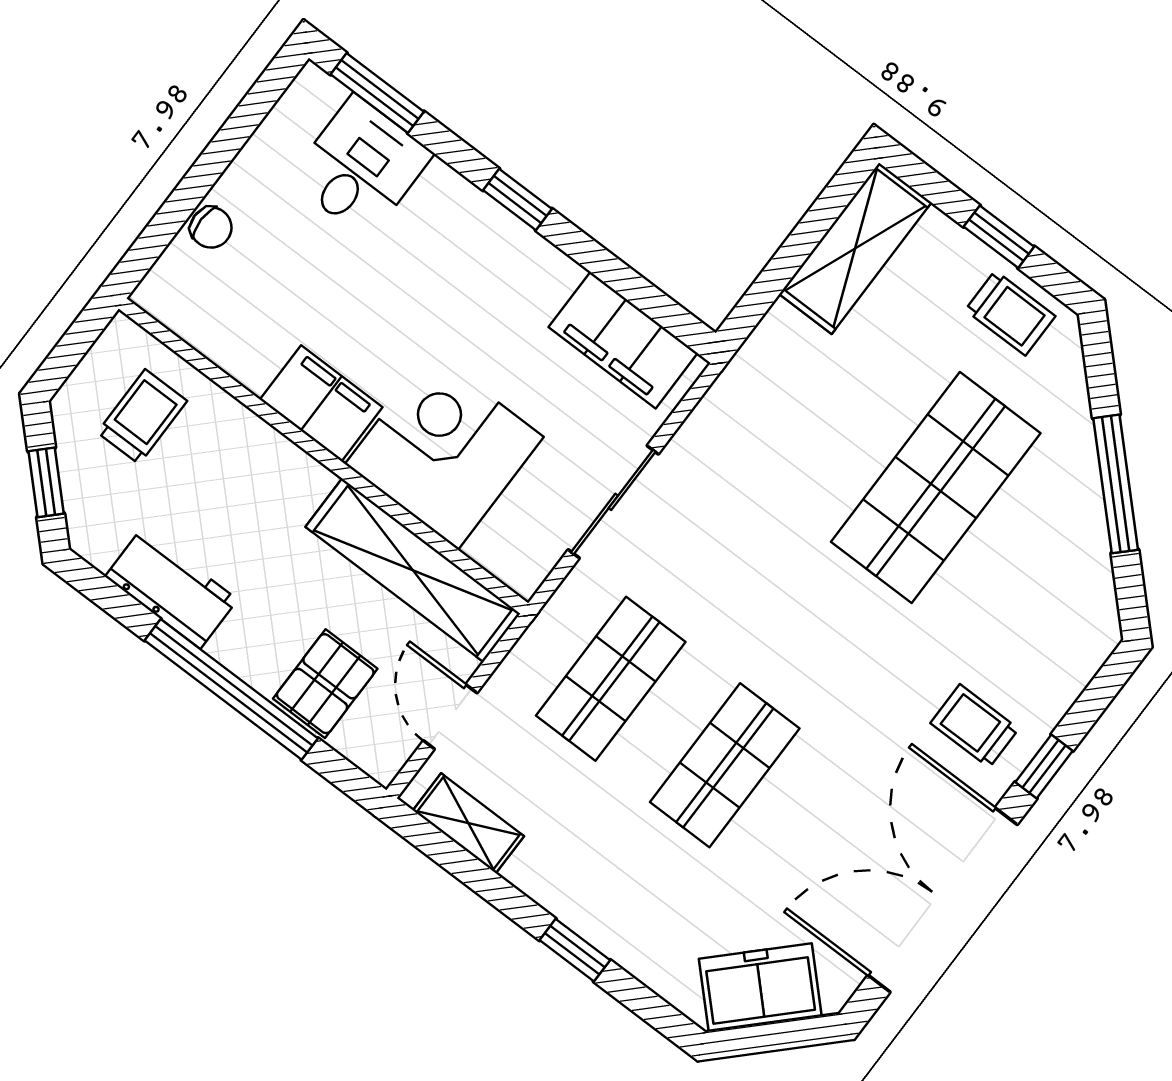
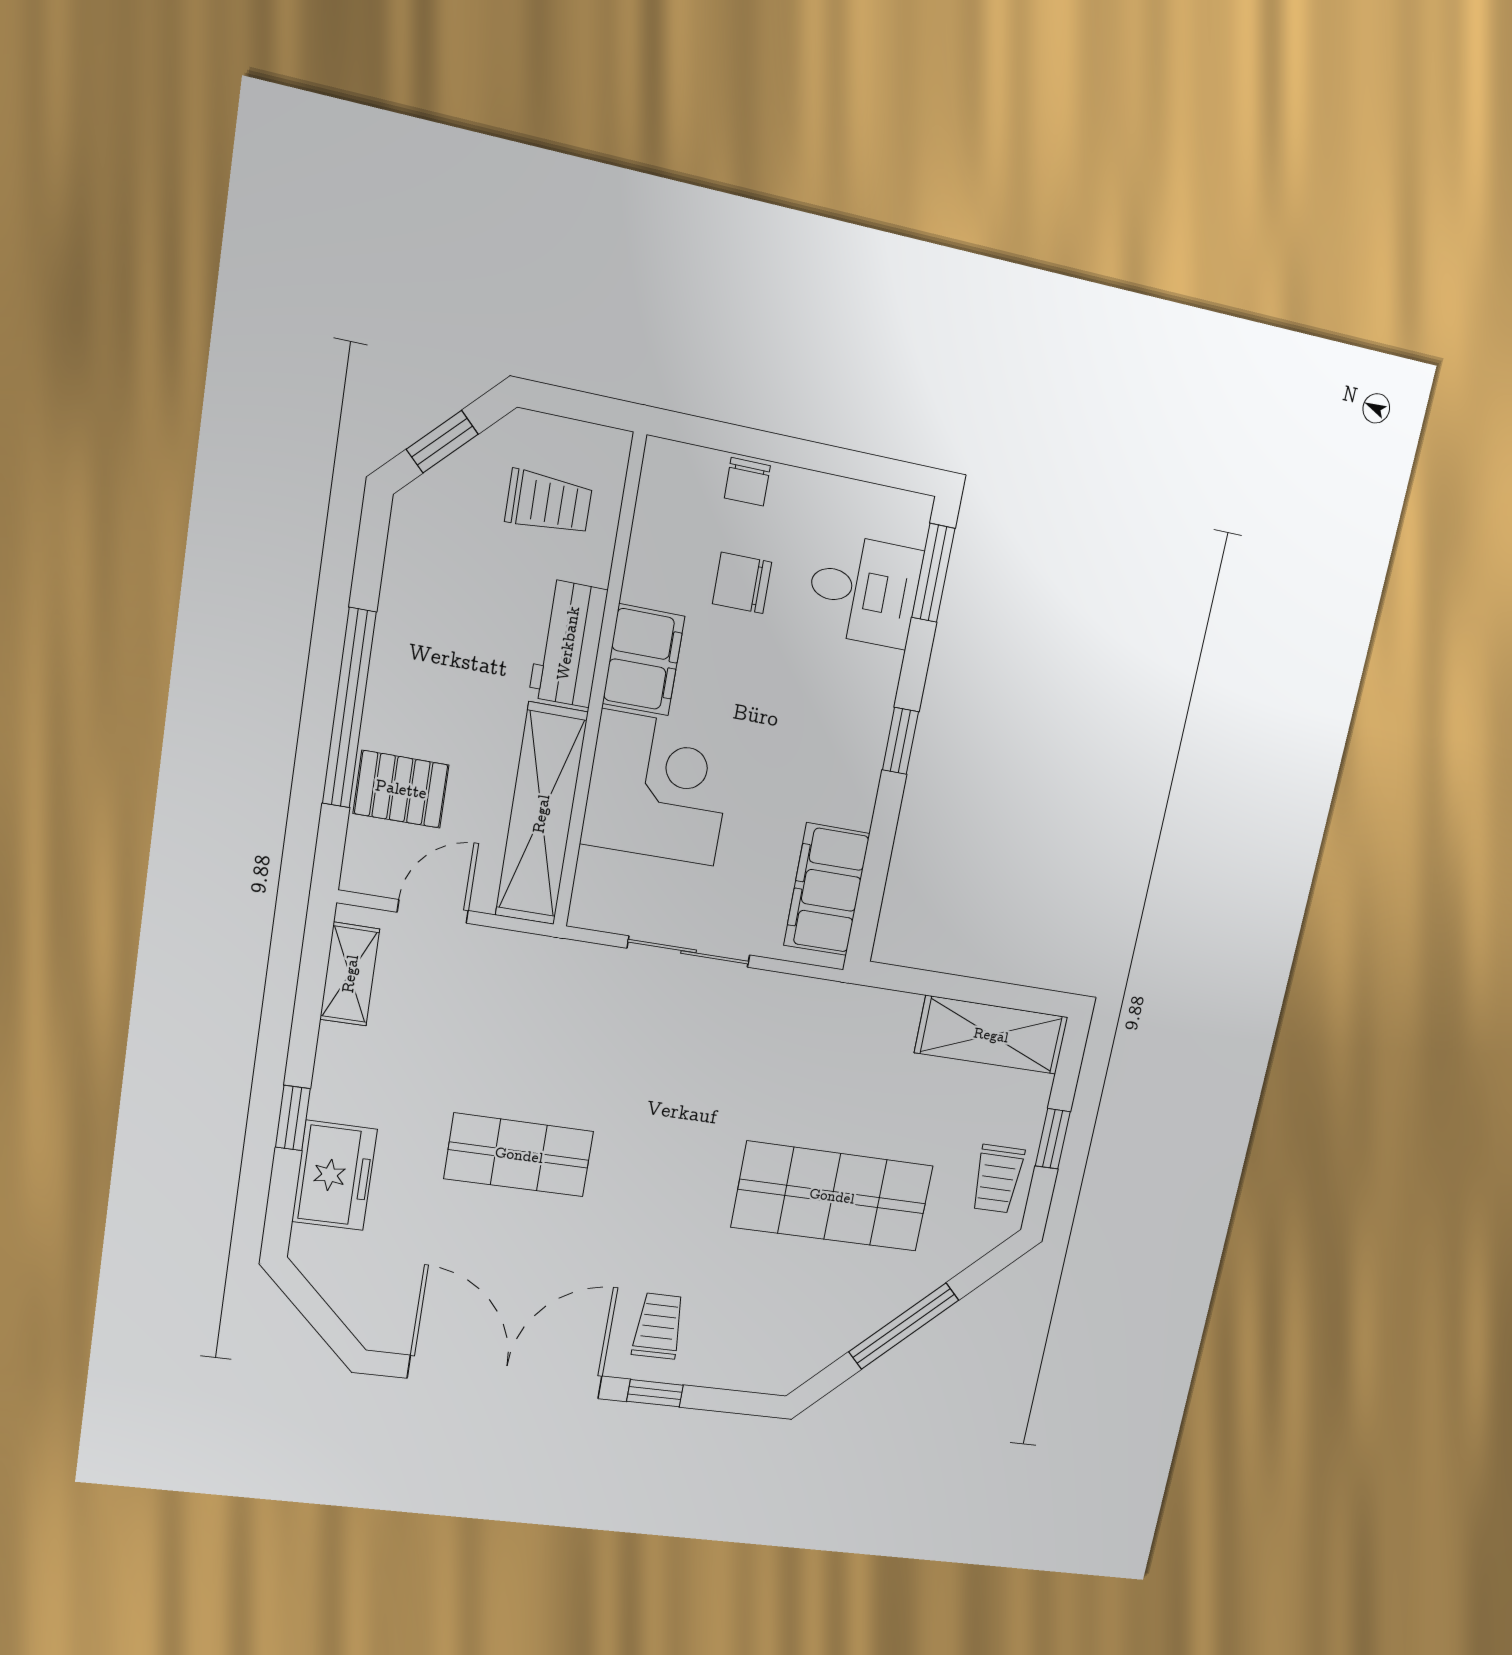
chair: (298, 277) -> (742, 583), added
workbench: (171, 588) -> (568, 643), moved, turned 180
shop shelf: (611, 679) -> (540, 1027), removed
freezer: (760, 988) -> (334, 1176), moved, turned 45

